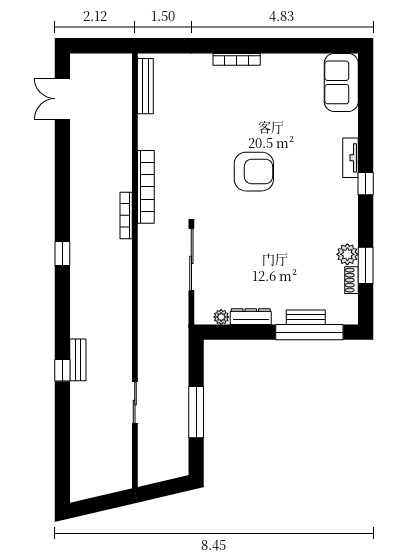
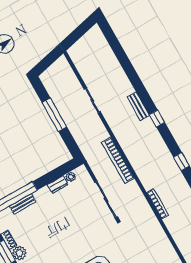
bookcase: (146, 187) -> (118, 160), moved
dresser: (251, 317) -> (58, 185), width x0.70
window: (62, 370) -> (157, 119), moved

